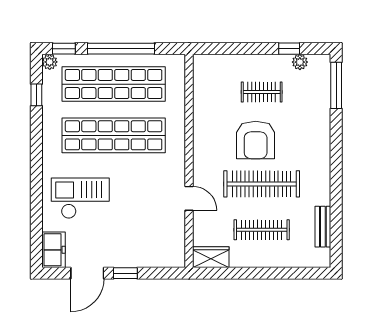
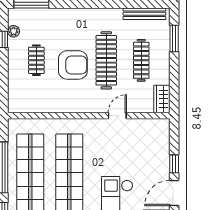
bench: (323, 227) -> (144, 14), width x1.36
door: (87, 273) -> (174, 193), swing flipped
window: (290, 273) -> (174, 39), added

